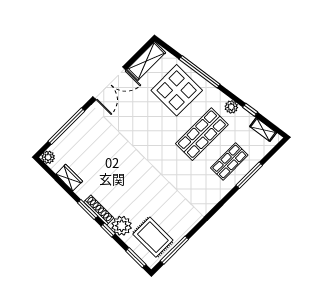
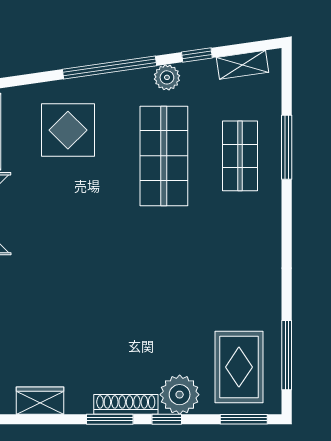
window: (200, 72) -> (110, 68), moved
display table: (177, 90) -> (68, 130), width x0.73, depth x0.73
rug: (153, 237) -> (239, 367), turned 90

